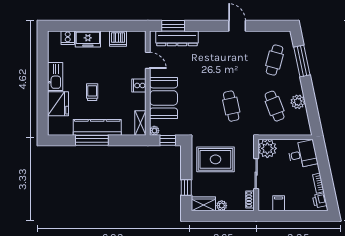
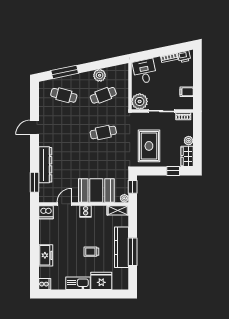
cooker: (68, 38) -> (45, 284), moved
dresser: (177, 38) -> (45, 165), moved
dishwasher: (118, 39) -> (46, 212), moved, turned 90

